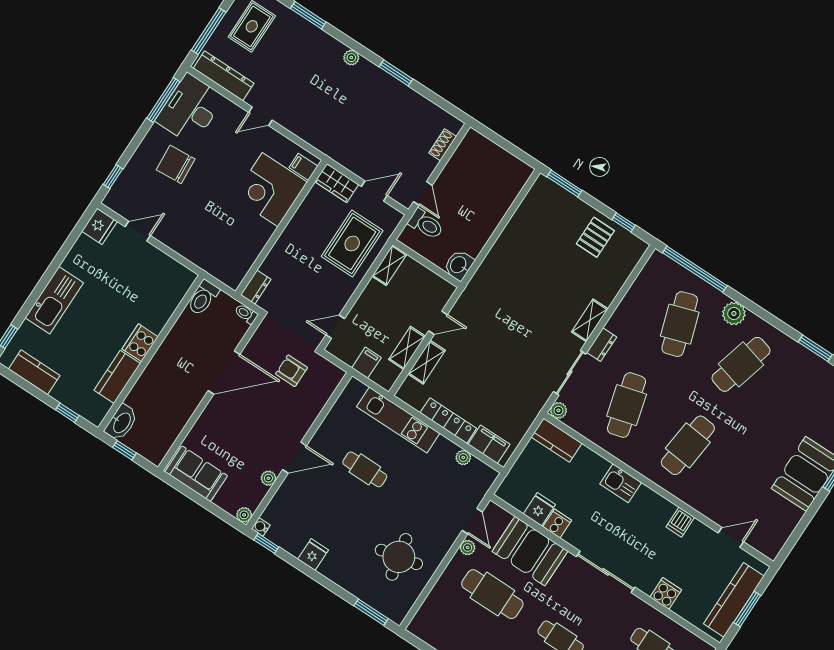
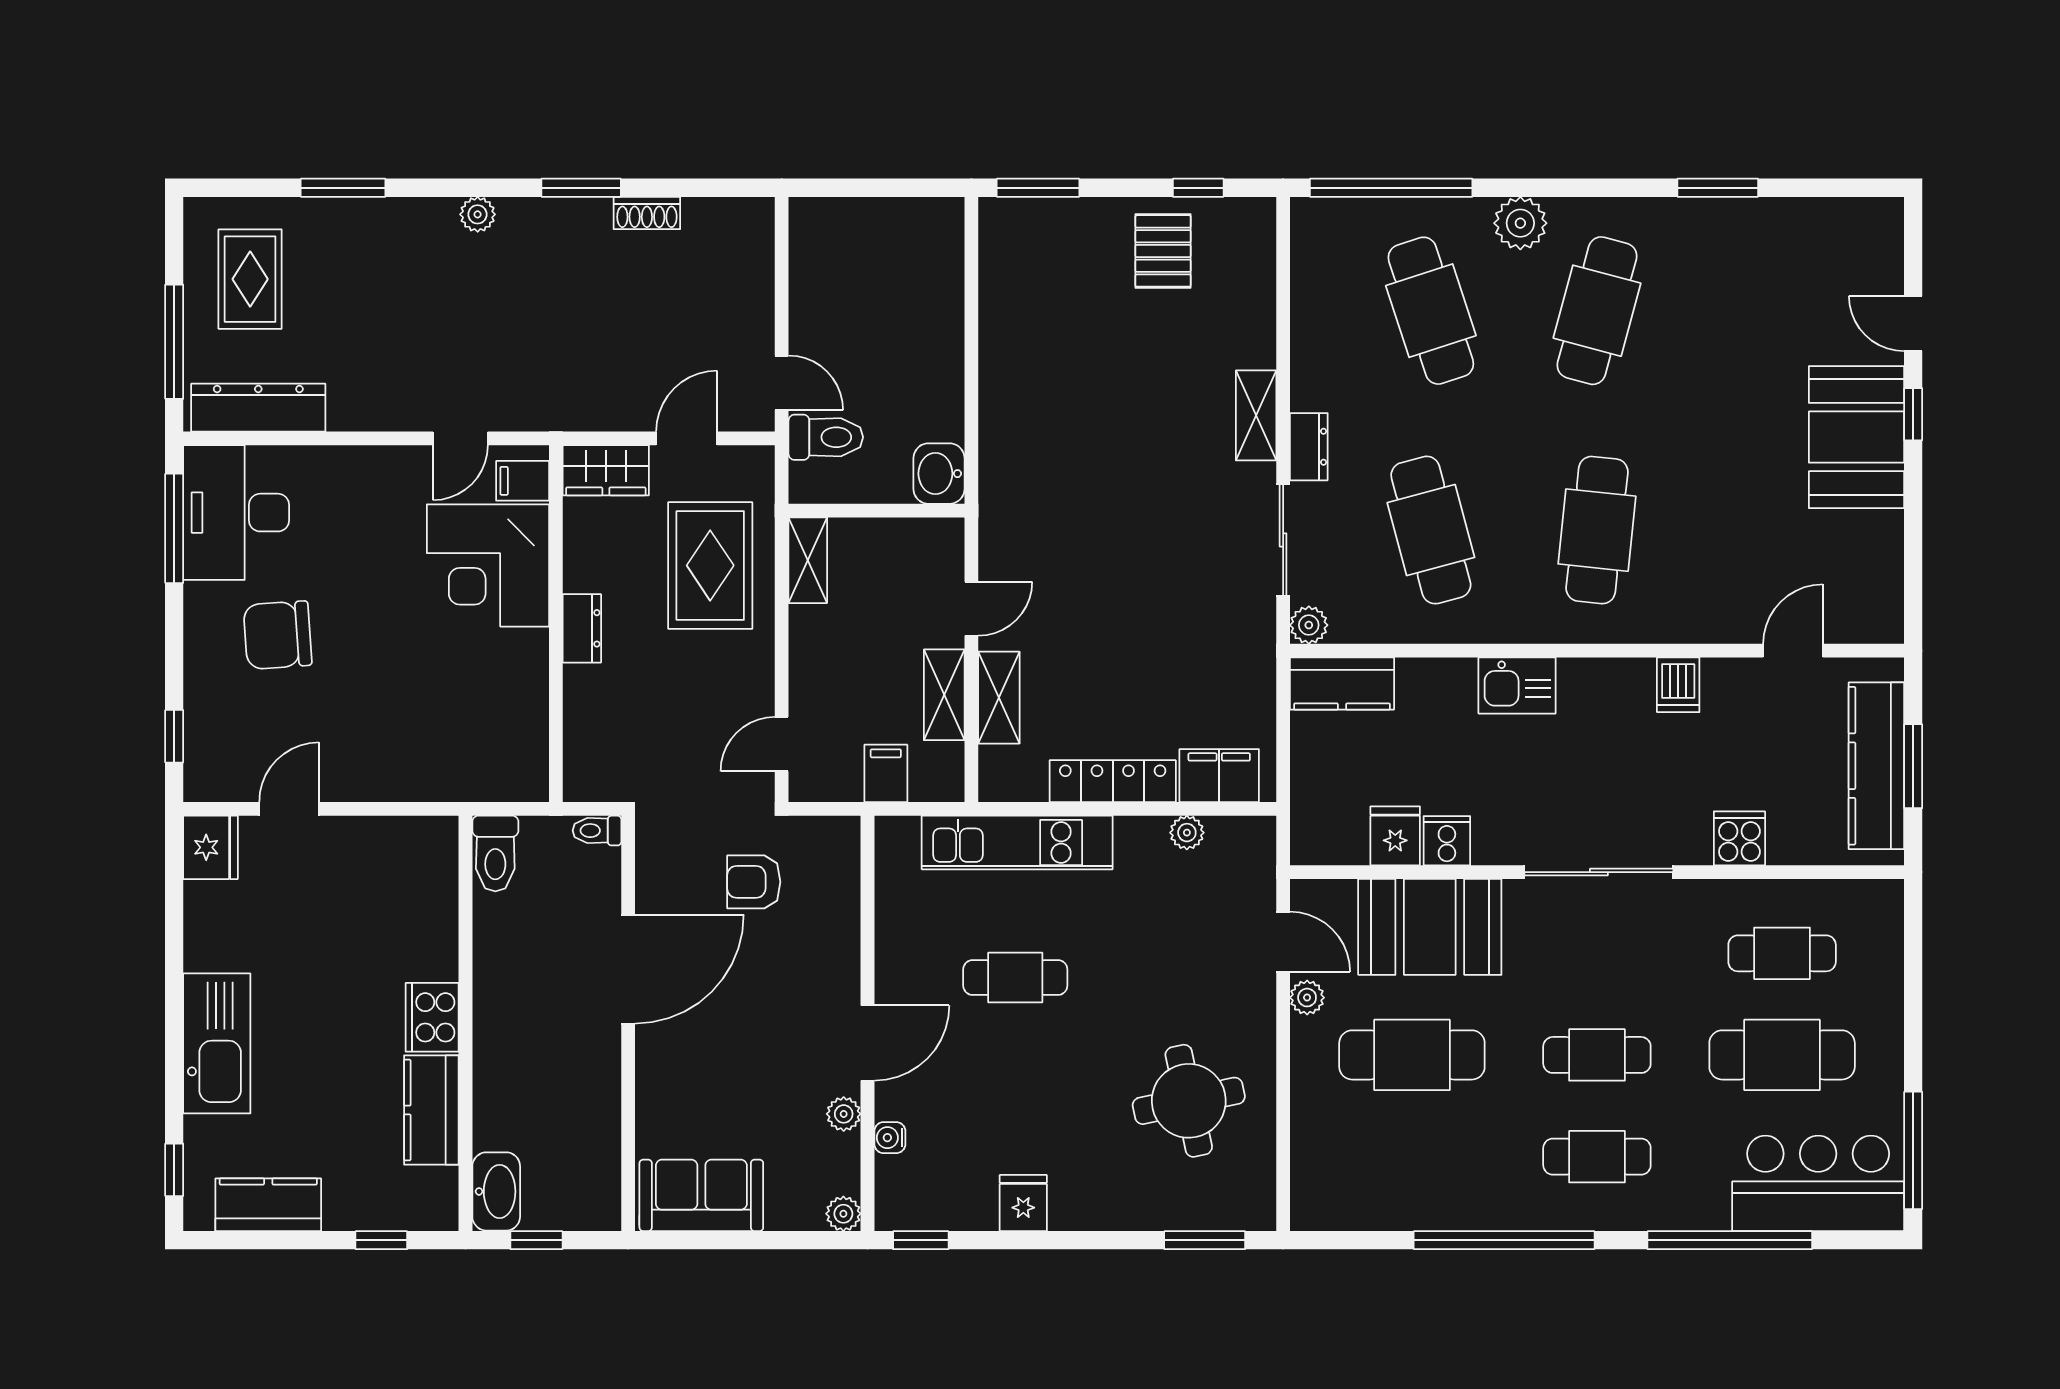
door: (260, 116) -> (460, 438), moved
shoe rack: (443, 145) -> (647, 213), moved, turned -90
dresser: (256, 287) -> (582, 628), moved
water cooler: (261, 527) -> (890, 1138), moved

